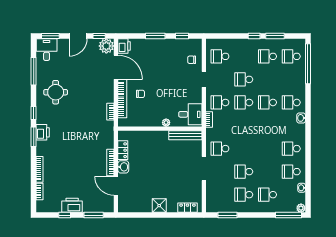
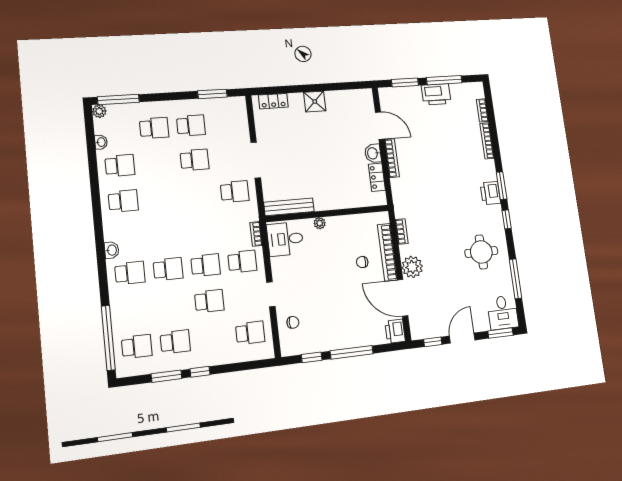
window: (155, 36) -> (352, 352), width x1.44
plant: (106, 46) -> (412, 267), moved
window: (65, 215) -> (444, 80), width x2.17

